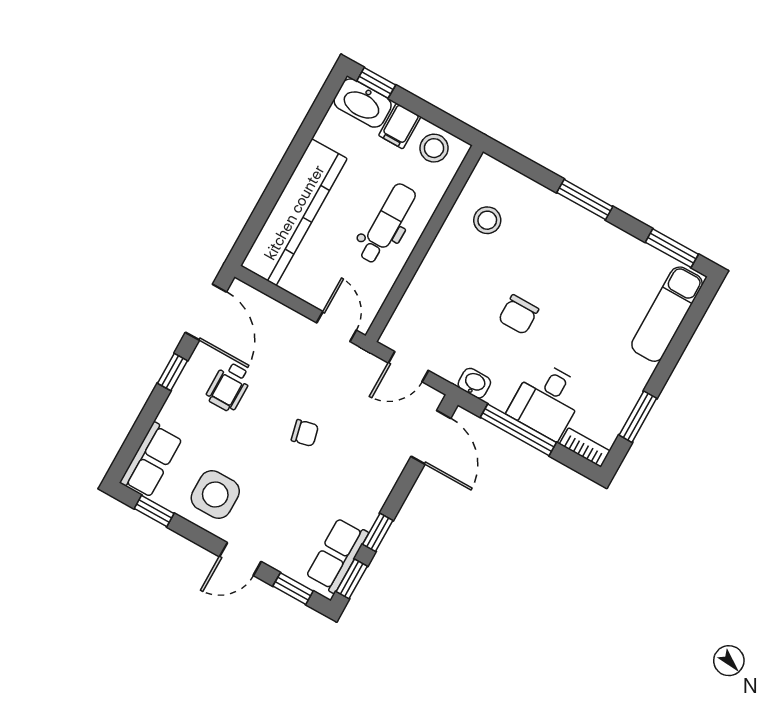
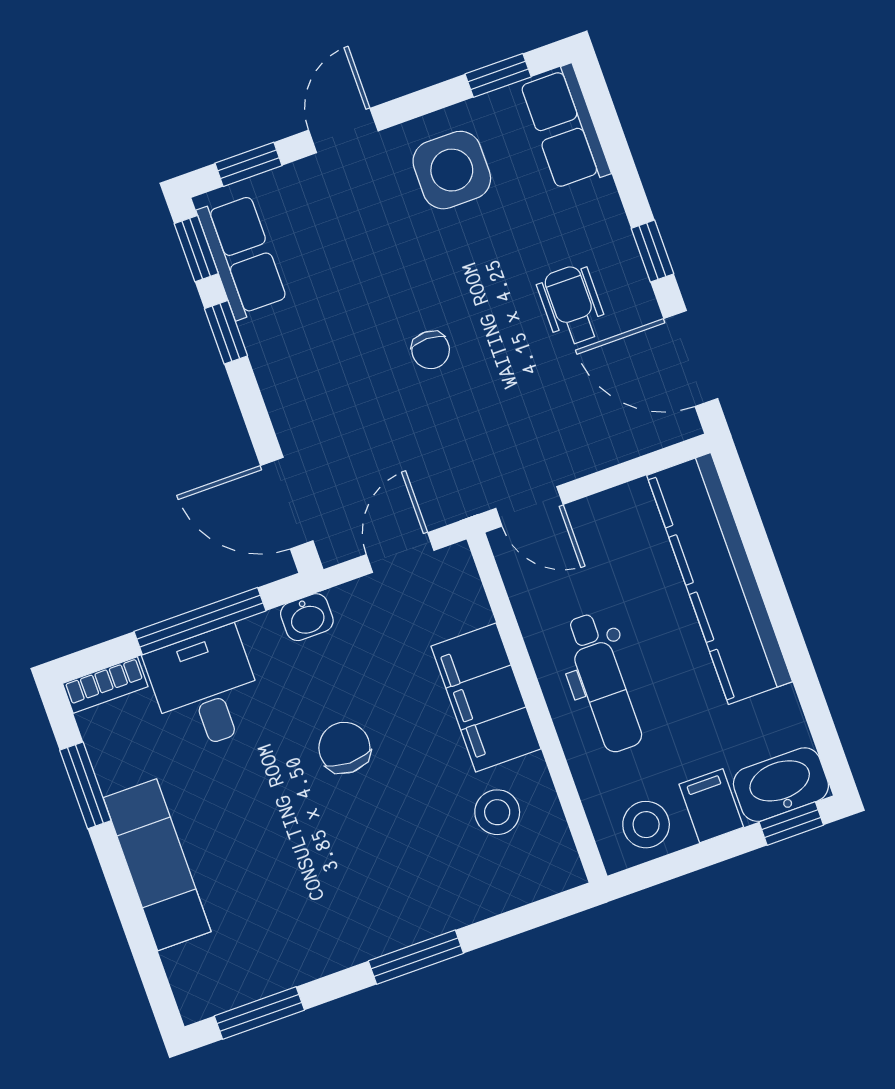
filing cabinet: (440, 271) -> (486, 698), added
exam couch: (667, 314) -> (157, 865), moved
chair: (305, 433) -> (431, 350), turned -77

